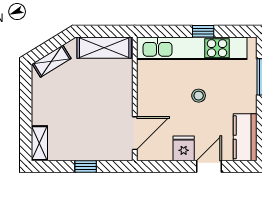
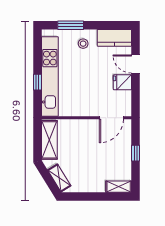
window: (203, 31) -> (38, 82), moved
stool: (199, 96) -> (83, 44), moved
door: (135, 133) -> (111, 118), swing flipped

